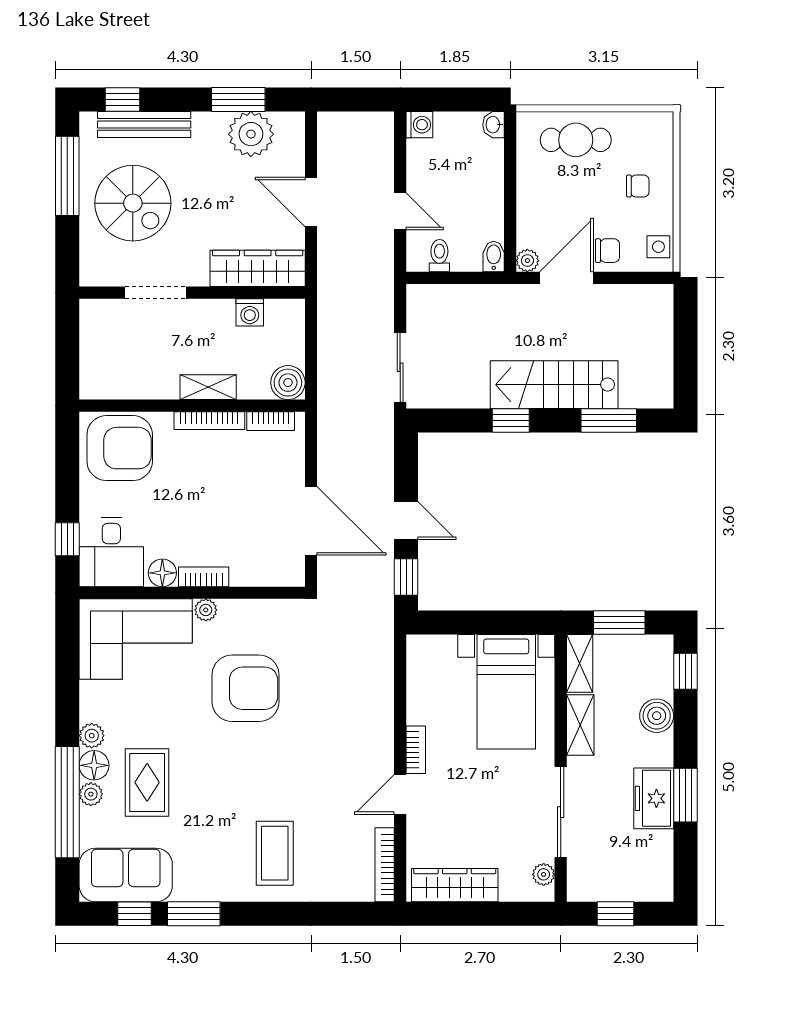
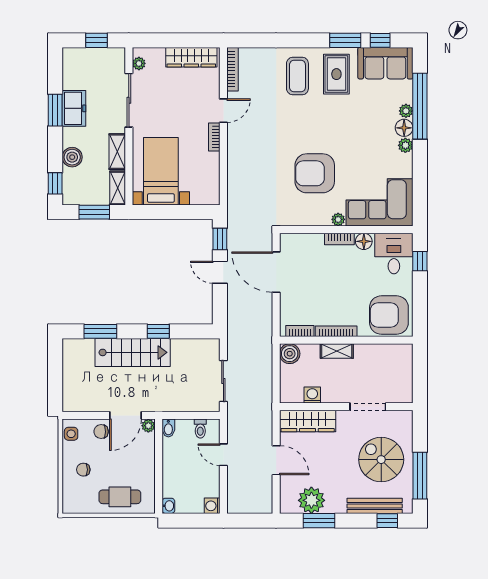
sliding door: (400, 367) -> (223, 381), moved
rug: (147, 782) -> (336, 74), moved

